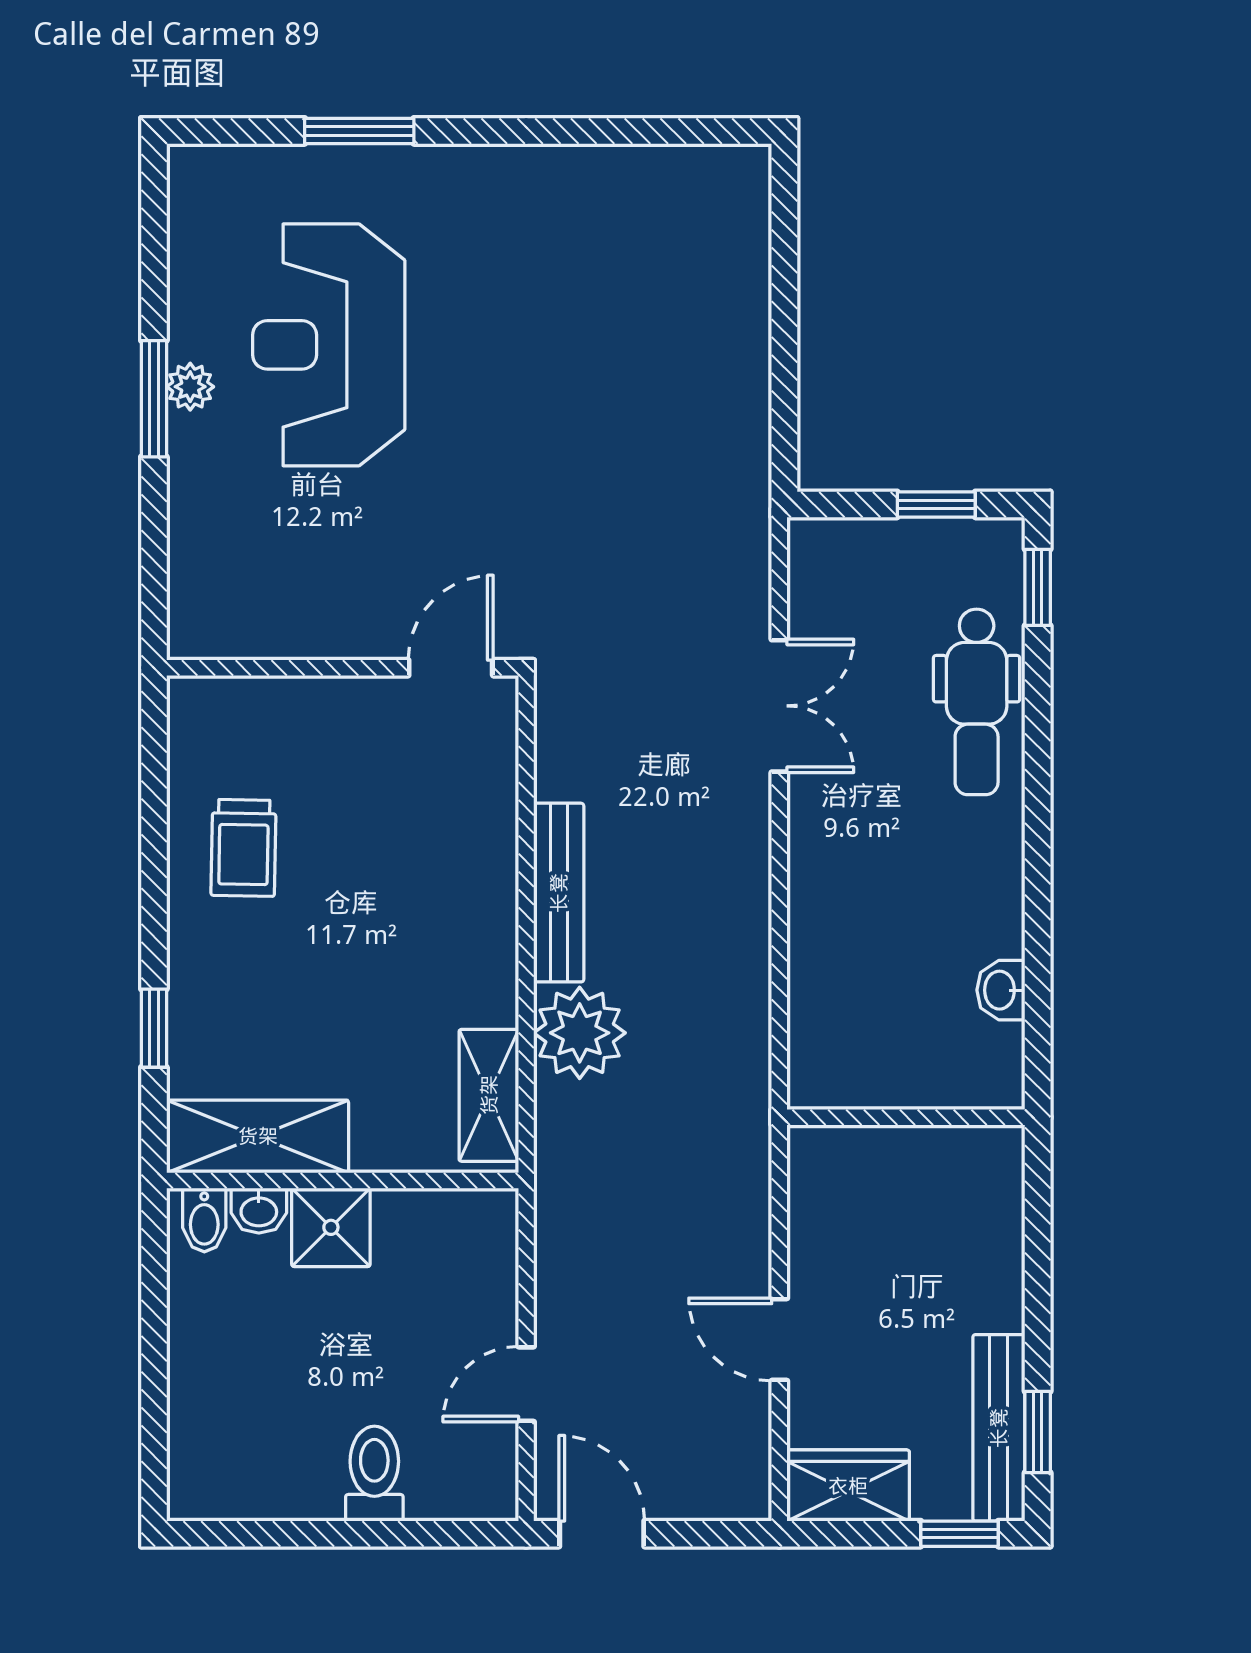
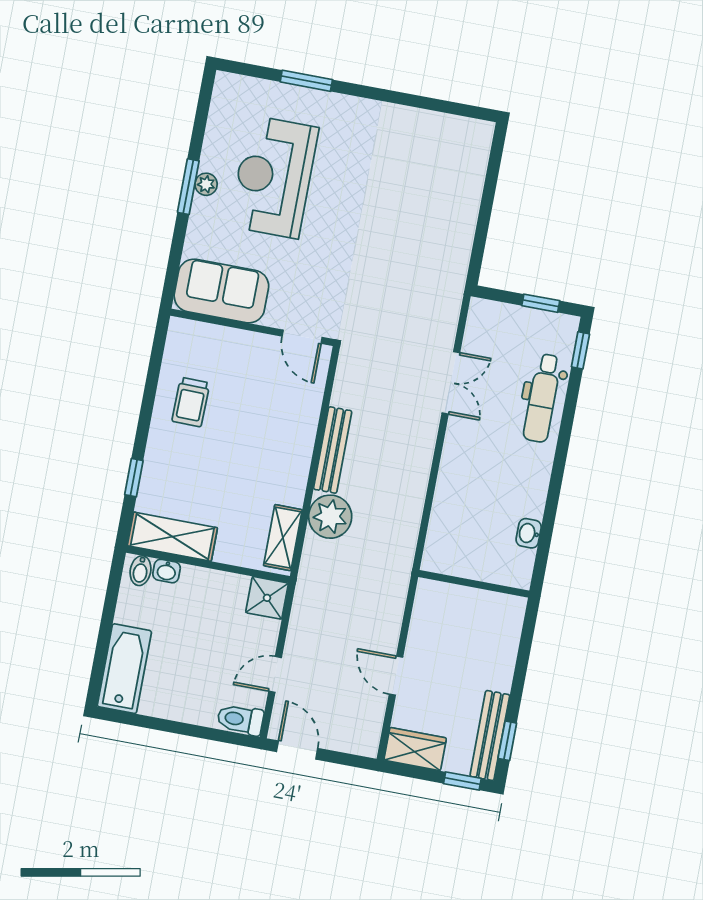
sofa: (264, 604) -> (221, 291), added
door: (451, 668) -> (302, 337), swing flipped
shower: (331, 1227) -> (267, 598), moved
bathtub: (209, 1431) -> (124, 669), added
toilet: (374, 1474) -> (240, 720), moved, turned -90

